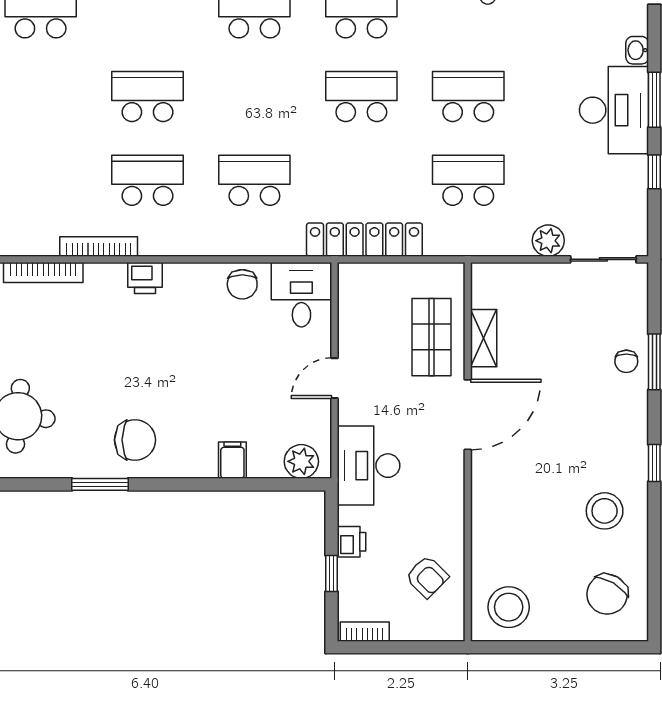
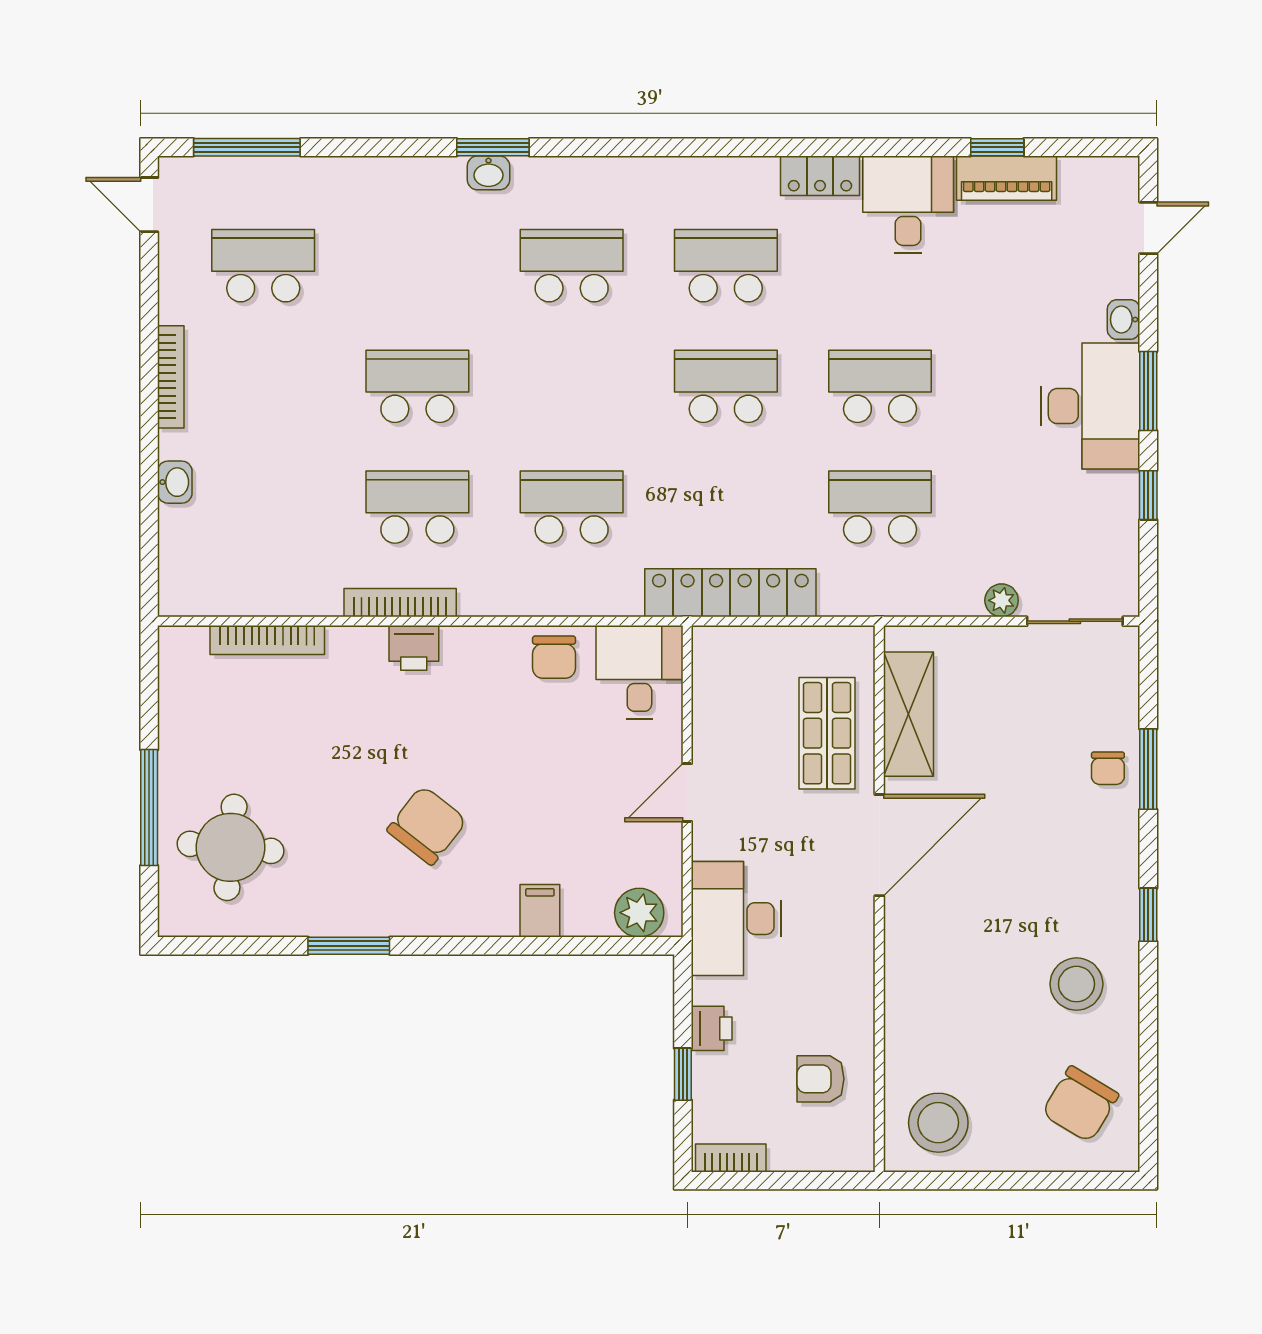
plant: (548, 241) -> (1002, 600), width x0.73, depth x0.73
bookcase: (99, 246) -> (400, 603), moved
shelving: (484, 338) -> (908, 714), width x1.50, depth x1.33
chair: (135, 440) -> (427, 825), moved, turned -52
armchair: (427, 577) -> (820, 1079), turned 135

